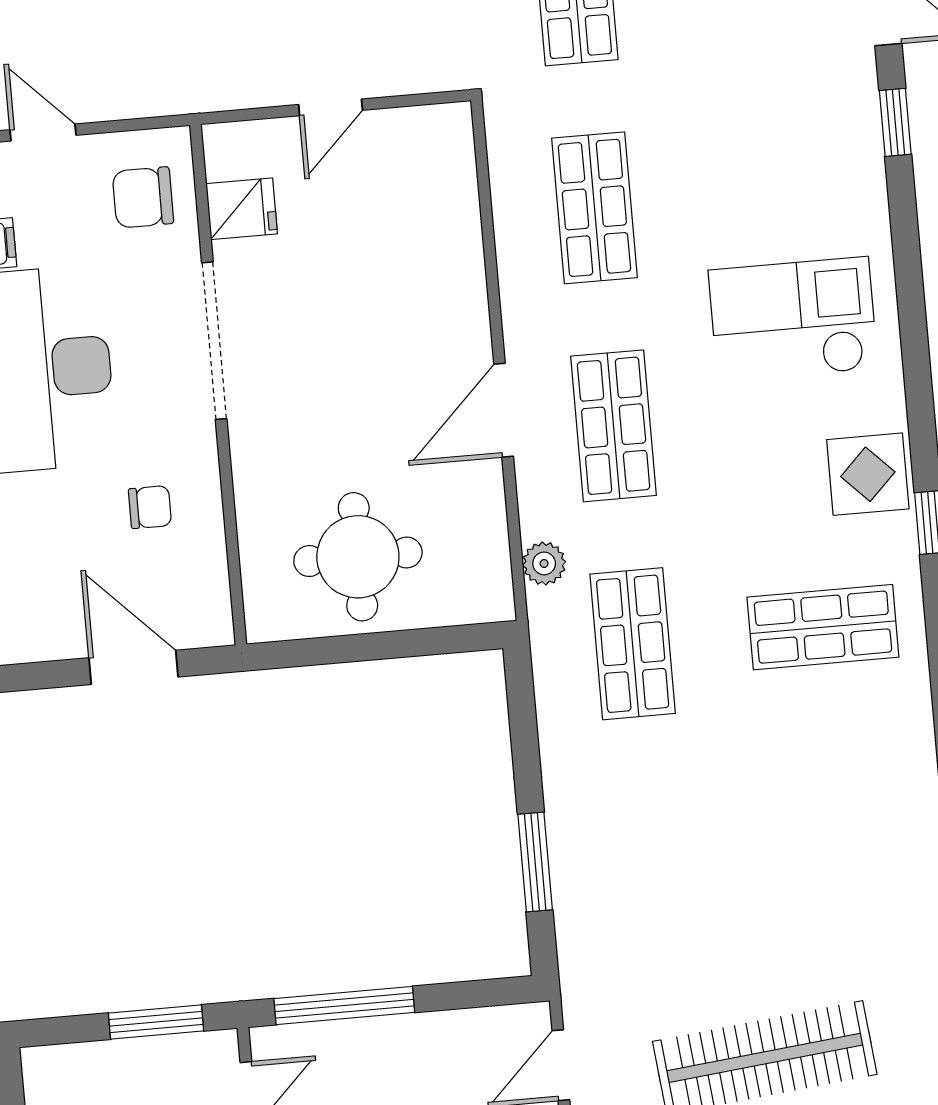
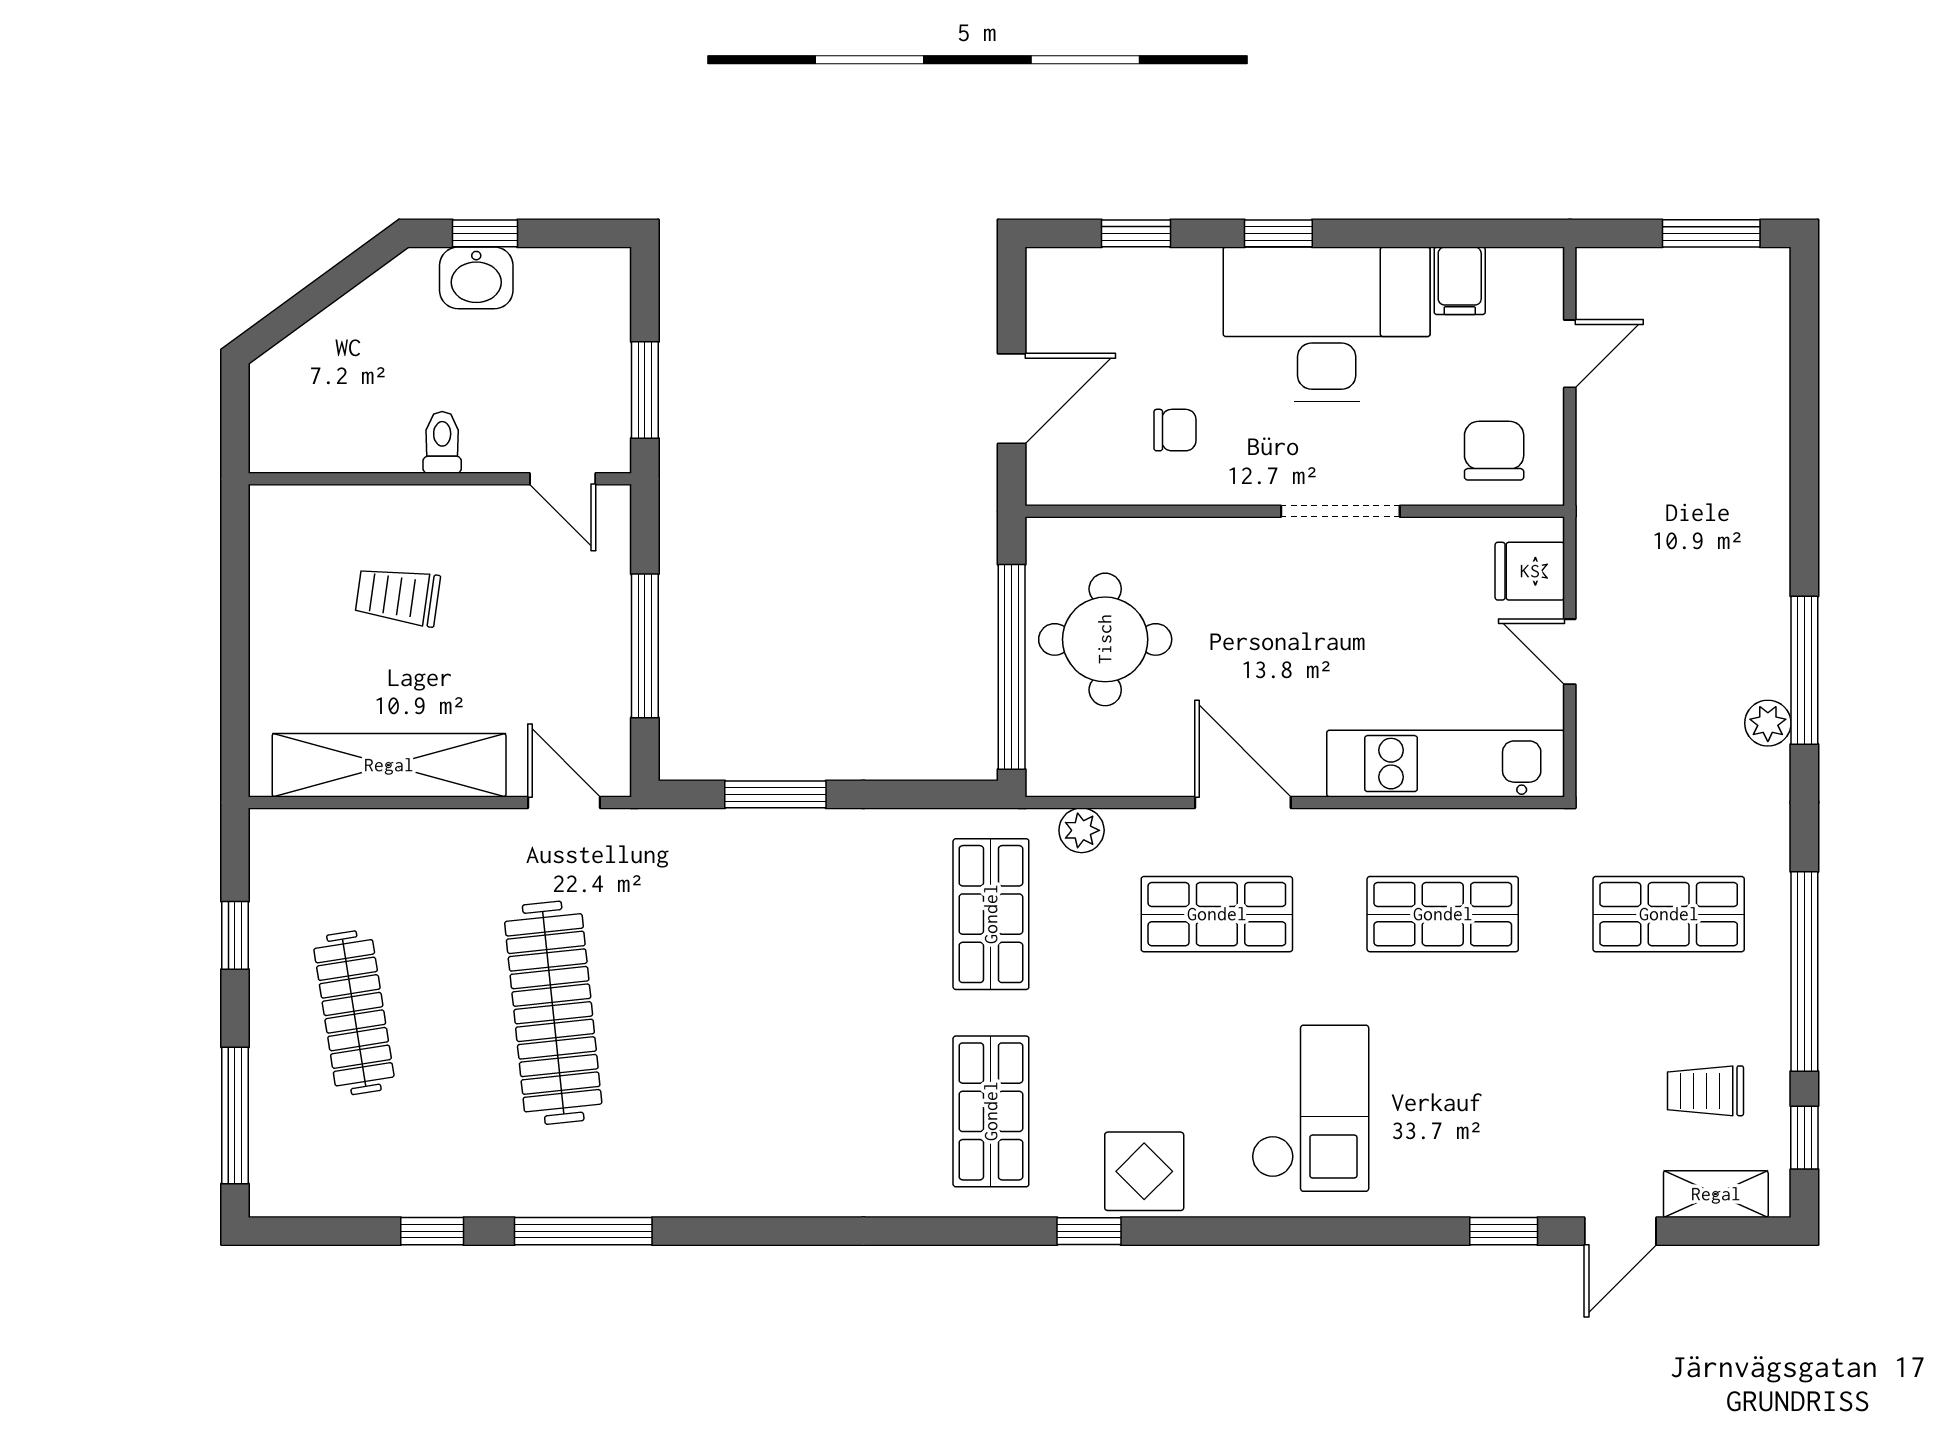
fridge: (242, 209) -> (1530, 571), moved, turned 90
kitchen unit: (449, 218) -> (1446, 764), added
doorway: (214, 341) -> (1340, 511), width x0.73
chair: (150, 507) -> (1175, 430), turned -90
shop shelf: (633, 644) -> (991, 914), turned 90
window: (392, 645) -> (1012, 667), added
window: (344, 1006) -> (645, 646), moved

